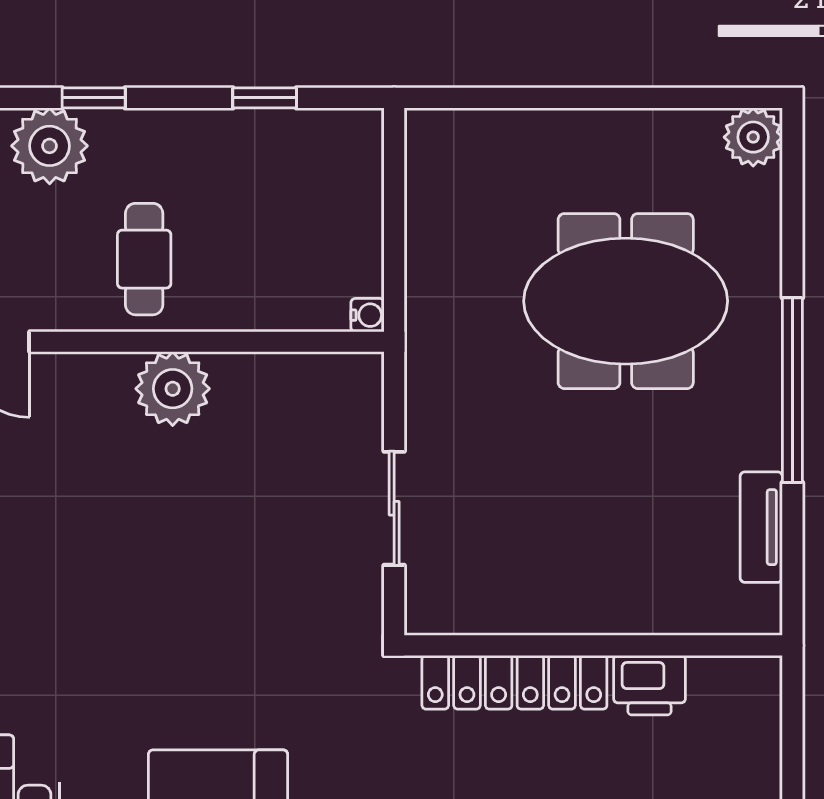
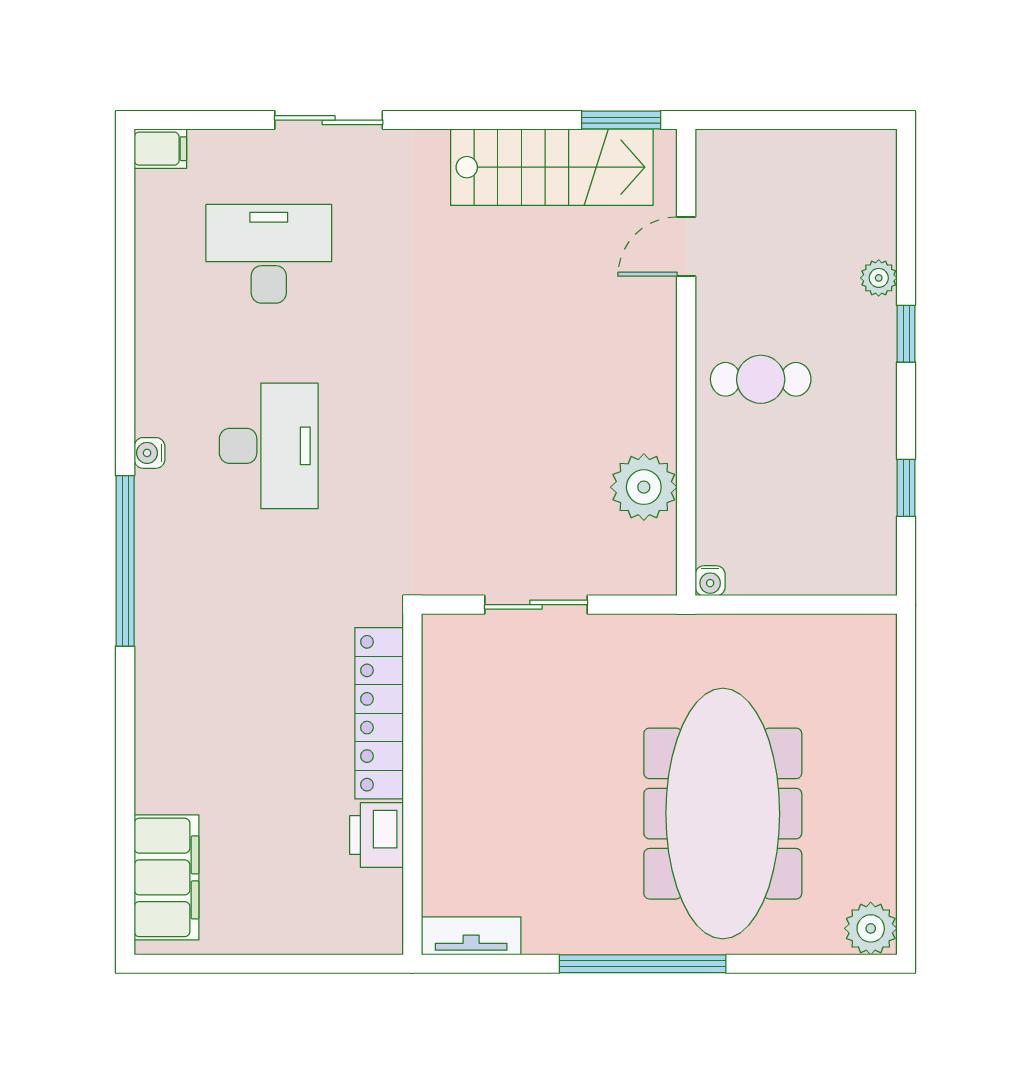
plant: (50, 146) -> (879, 278), width x0.53, depth x0.53
meeting table: (626, 301) -> (723, 814), width x1.36
plant: (173, 389) -> (644, 487), moved
tv unit: (761, 527) -> (471, 936), moved

